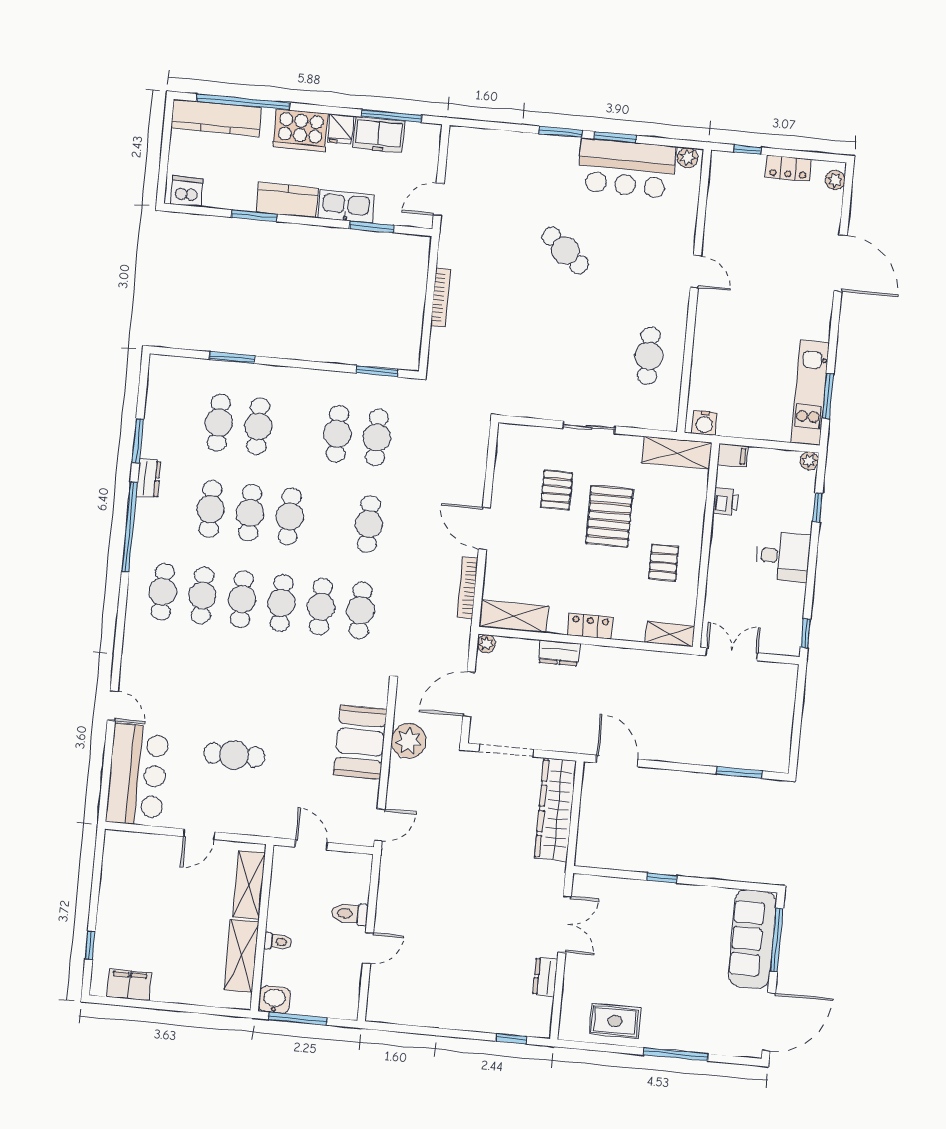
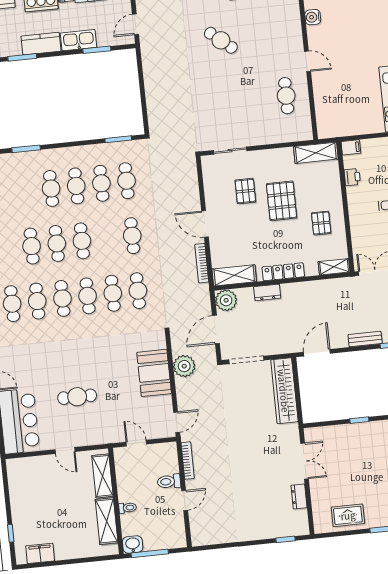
door: (696, 272) -> (307, 61), moved
bookcase: (441, 298) -> (188, 461), moved
cafe table: (219, 423) -> (76, 186), moved
water cooler: (704, 423) -> (313, 17), moved, turned 90
sliding door: (589, 427) -> (230, 151), moved
locker: (590, 626) -> (283, 272), width x1.53
plant: (486, 644) -> (226, 300), width x1.88, depth x1.88
bench: (695, 755) -> (365, 339), added
door: (617, 761) -> (317, 353), hinge flipped
door: (199, 834) -> (65, 451), hinge flipped

